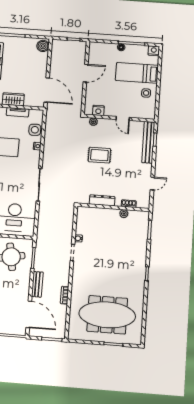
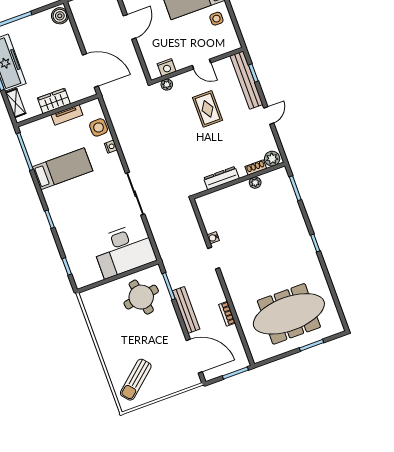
rug: (99, 155) -> (208, 109), moved, turned 90
door: (152, 183) -> (269, 116), moved
plant: (143, 203) -> (272, 159), added
bench: (37, 284) -> (186, 310), width x1.36

